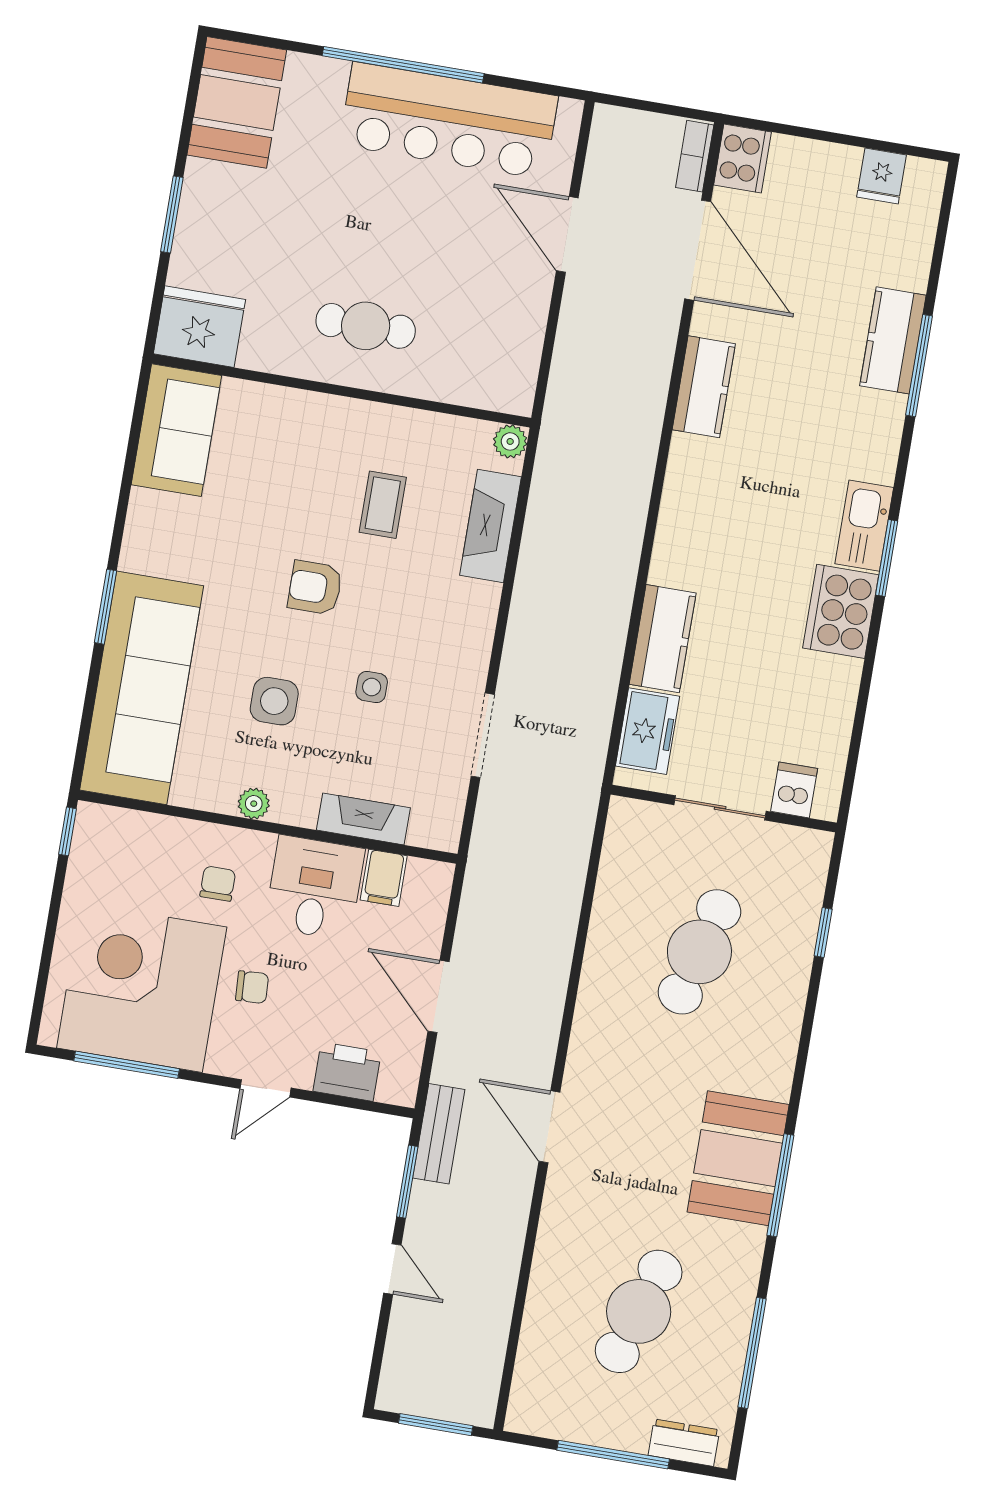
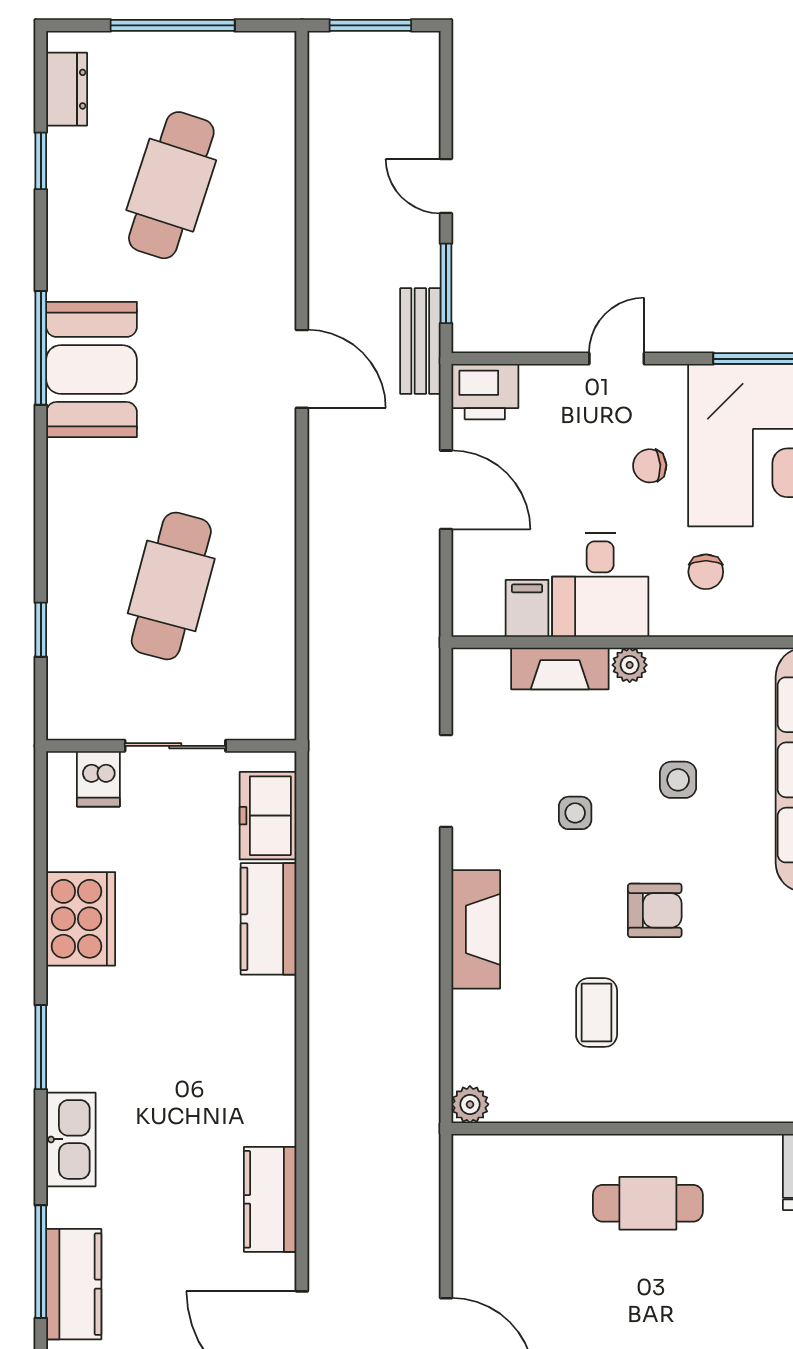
fireplace: (491, 526) -> (476, 929), moved
kitchen sink: (864, 526) -> (71, 1139), moved
cooker: (841, 611) -> (81, 919), moved
side table: (274, 701) -> (678, 780), width x0.73, depth x0.73
plant: (254, 804) -> (630, 665), moved
printer: (347, 1072) -> (485, 392), moved
window: (752, 1353) -> (41, 161), width x0.46
dresser: (684, 1443) -> (67, 89), moved, turned -90

